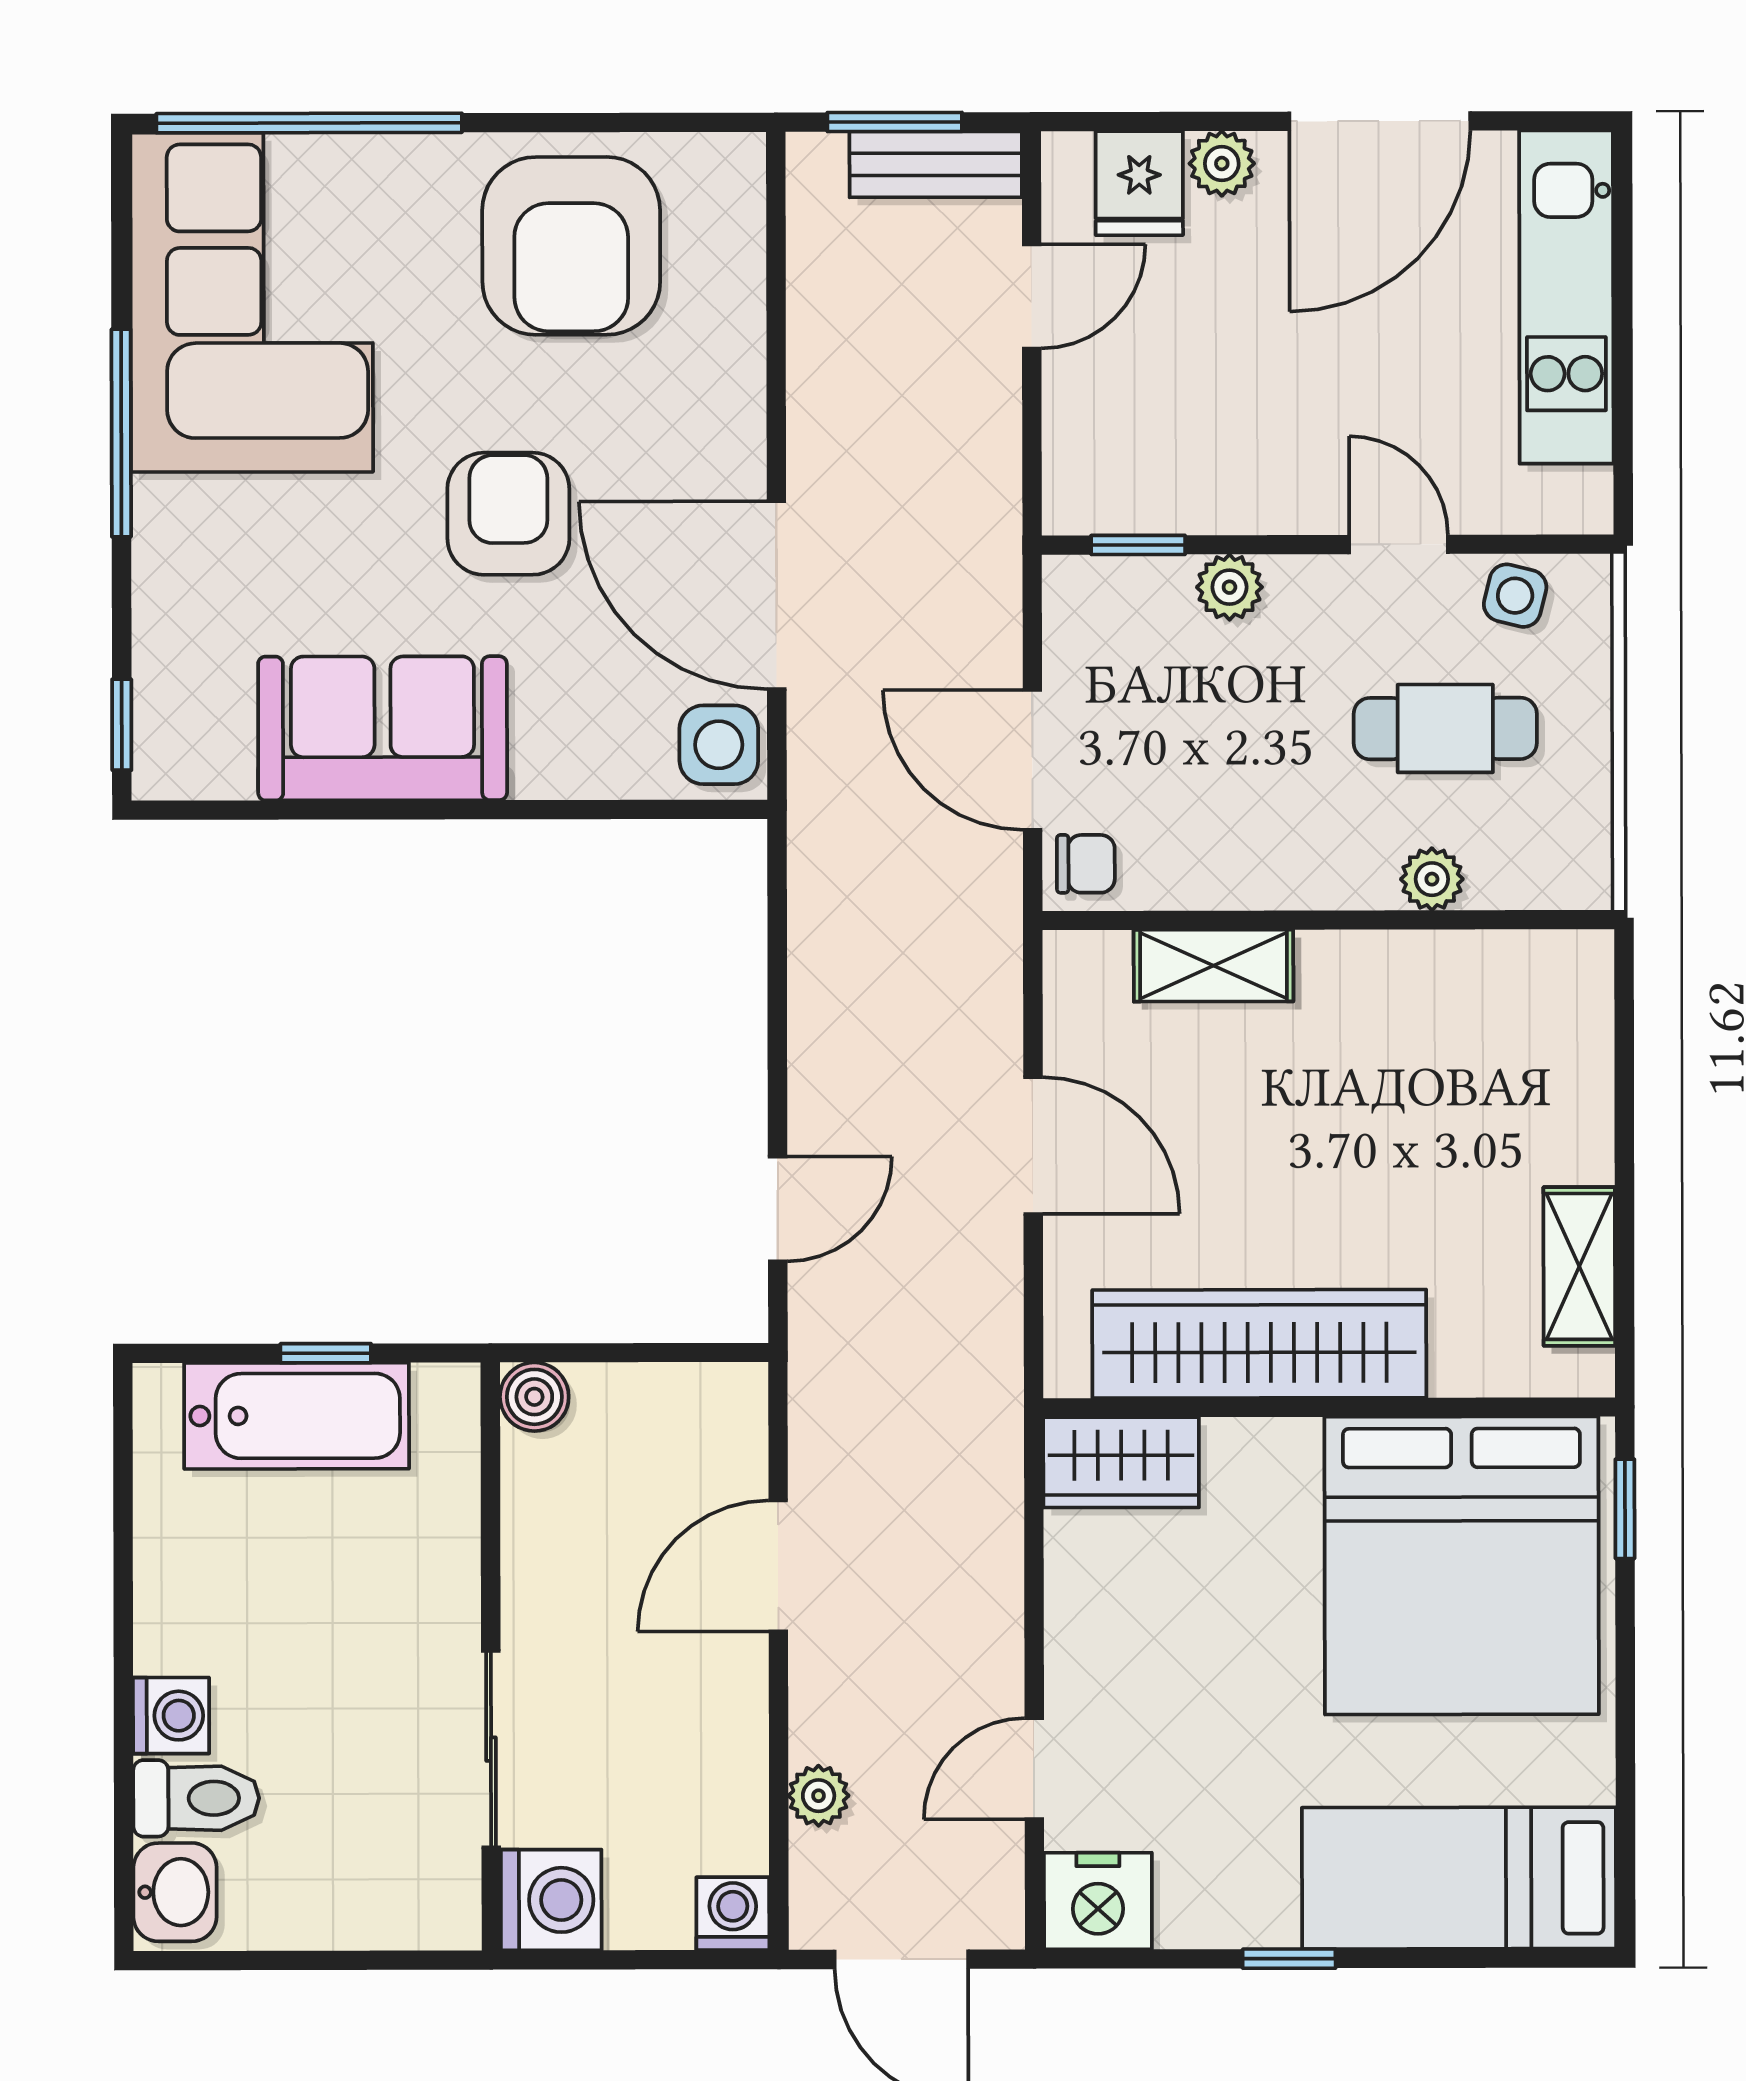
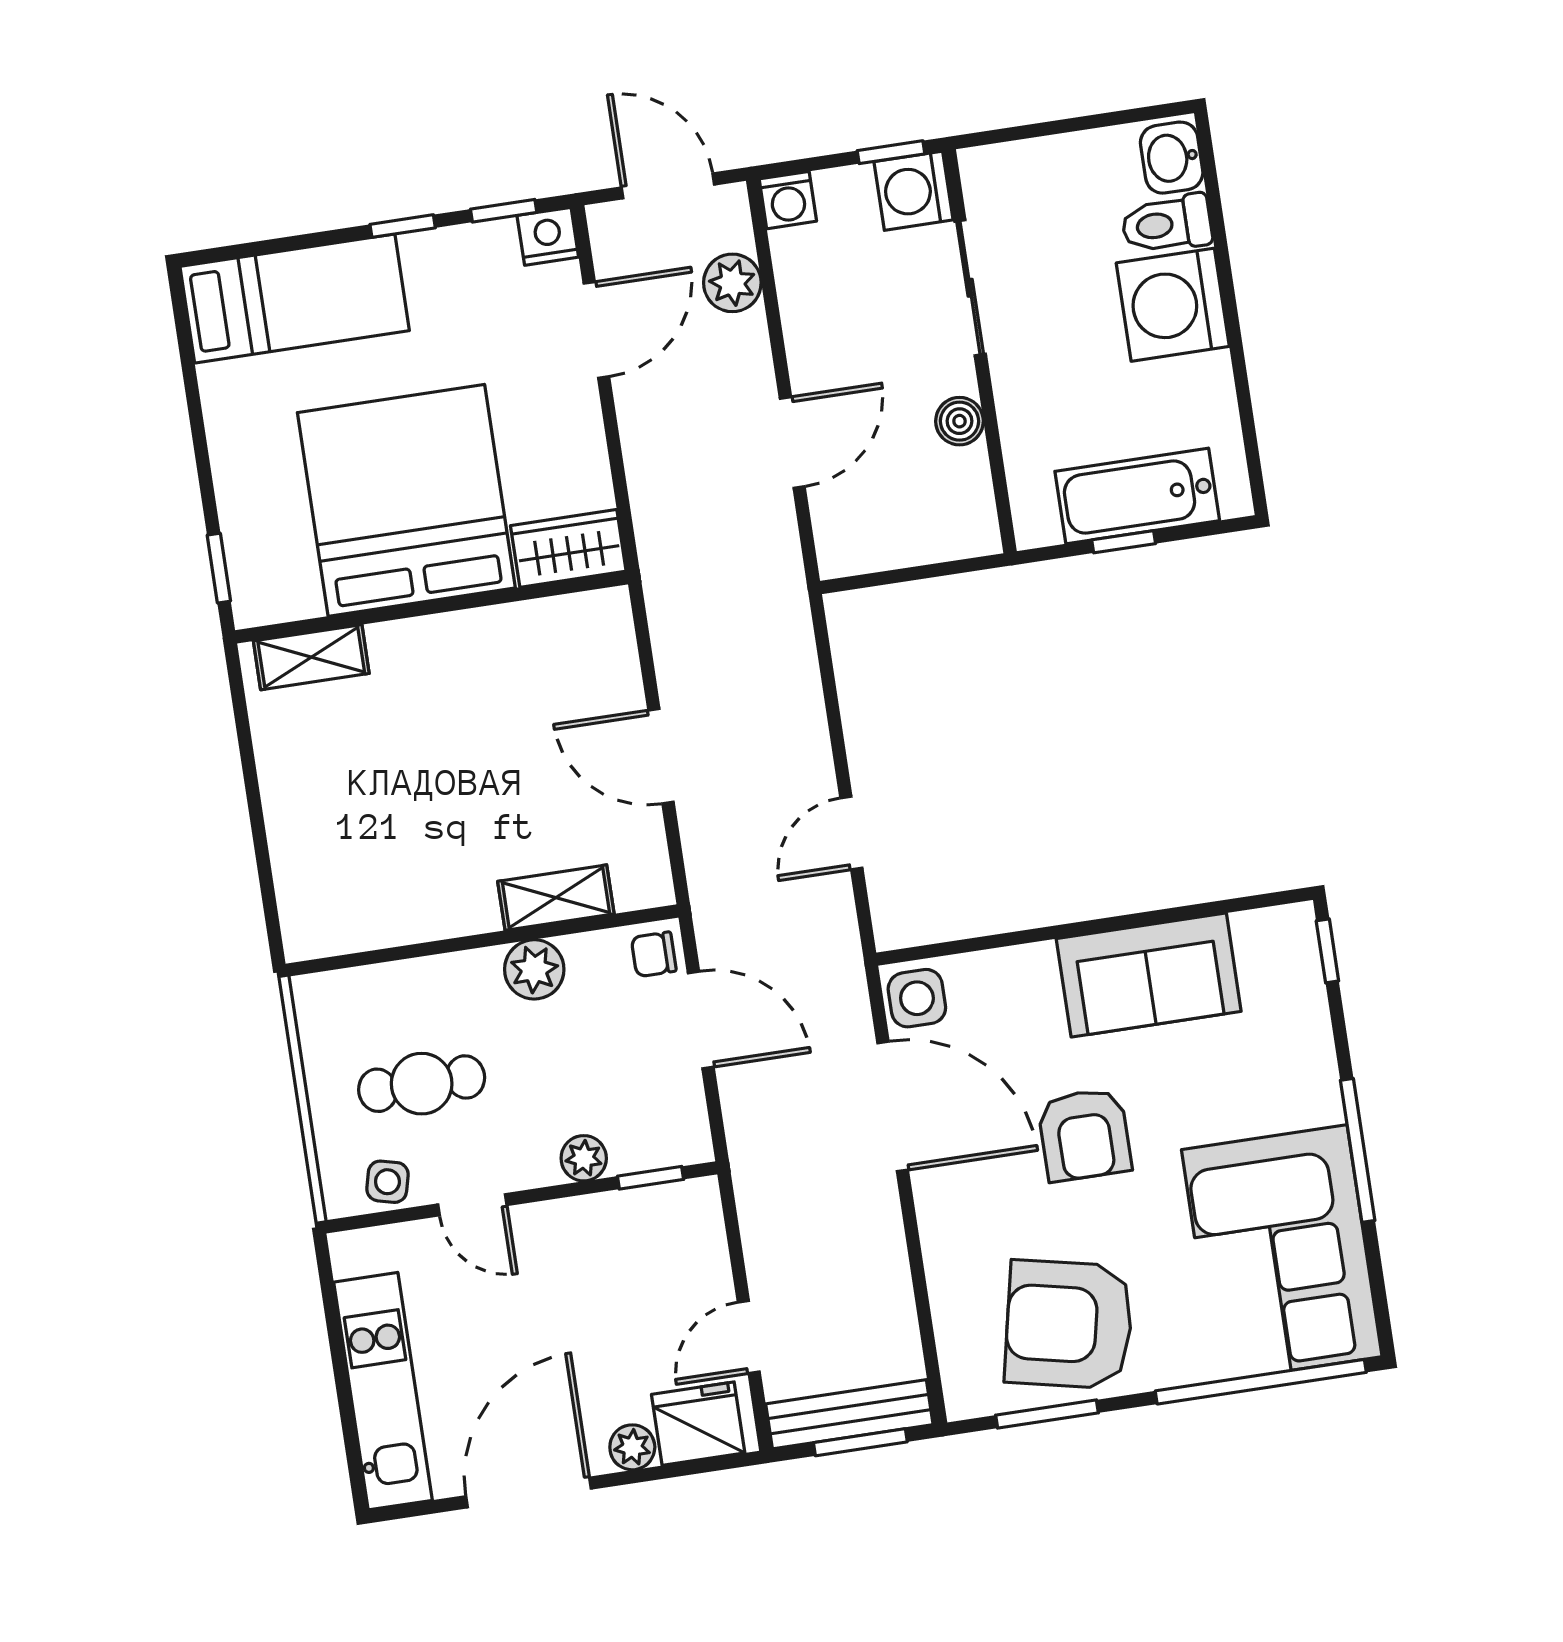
window: (622, 122) -> (1047, 1414), added
bench: (936, 164) -> (849, 1414), width x1.36
fridge: (1139, 183) -> (698, 1424), width x1.38
armchair: (571, 246) -> (1069, 1324), turned -78
plant: (1432, 879) -> (534, 969), moved, width x1.38, depth x1.38
door: (778, 1209) -> (851, 833), moved
shelving: (1579, 1266) -> (311, 657), moved, turned 90
wardrobe: (1259, 1344) -> (486, 644), removed
boiler: (534, 1397) -> (960, 421), moved
bed: (1462, 1566) -> (406, 500), moved
washing machine: (171, 1716) -> (1173, 305), width x1.89, depth x1.89
door: (1034, 1769) -> (596, 330), width x1.38
plant: (819, 1796) -> (732, 283), width x1.38, depth x1.38
nightstand: (1098, 1901) -> (548, 236), width x0.74, depth x0.75
window: (1142, 1959) -> (504, 211), added
window: (575, 1960) -> (891, 152), added

